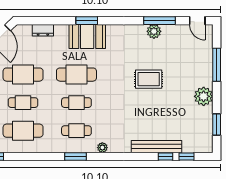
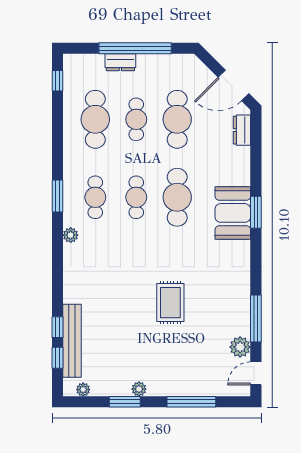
dresser: (43, 30) -> (242, 130), moved
plant: (154, 31) -> (240, 347), moved
plant: (204, 96) -> (139, 389), width x0.53, depth x0.53
window: (217, 124) -> (125, 402), moved
plant: (208, 139) -> (83, 390), added
bench: (157, 147) -> (72, 341), moved

